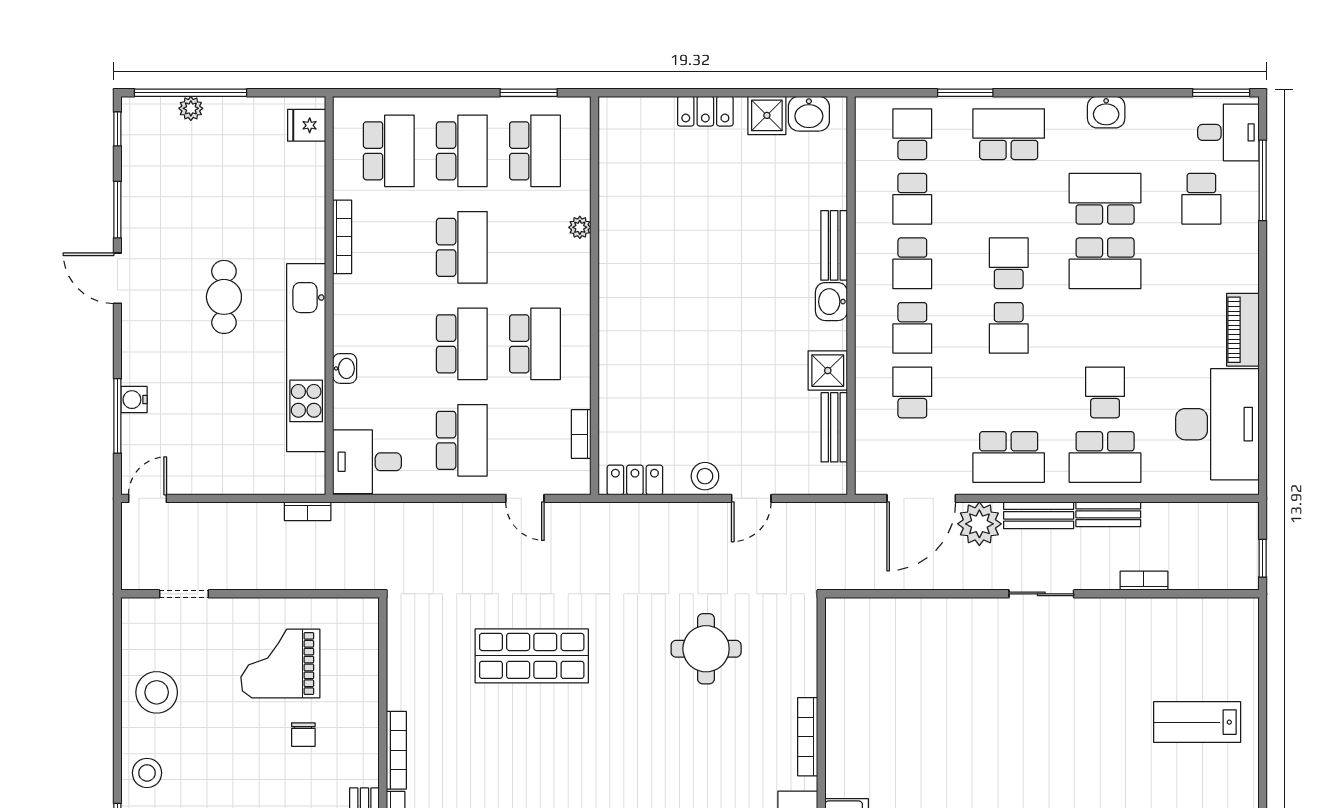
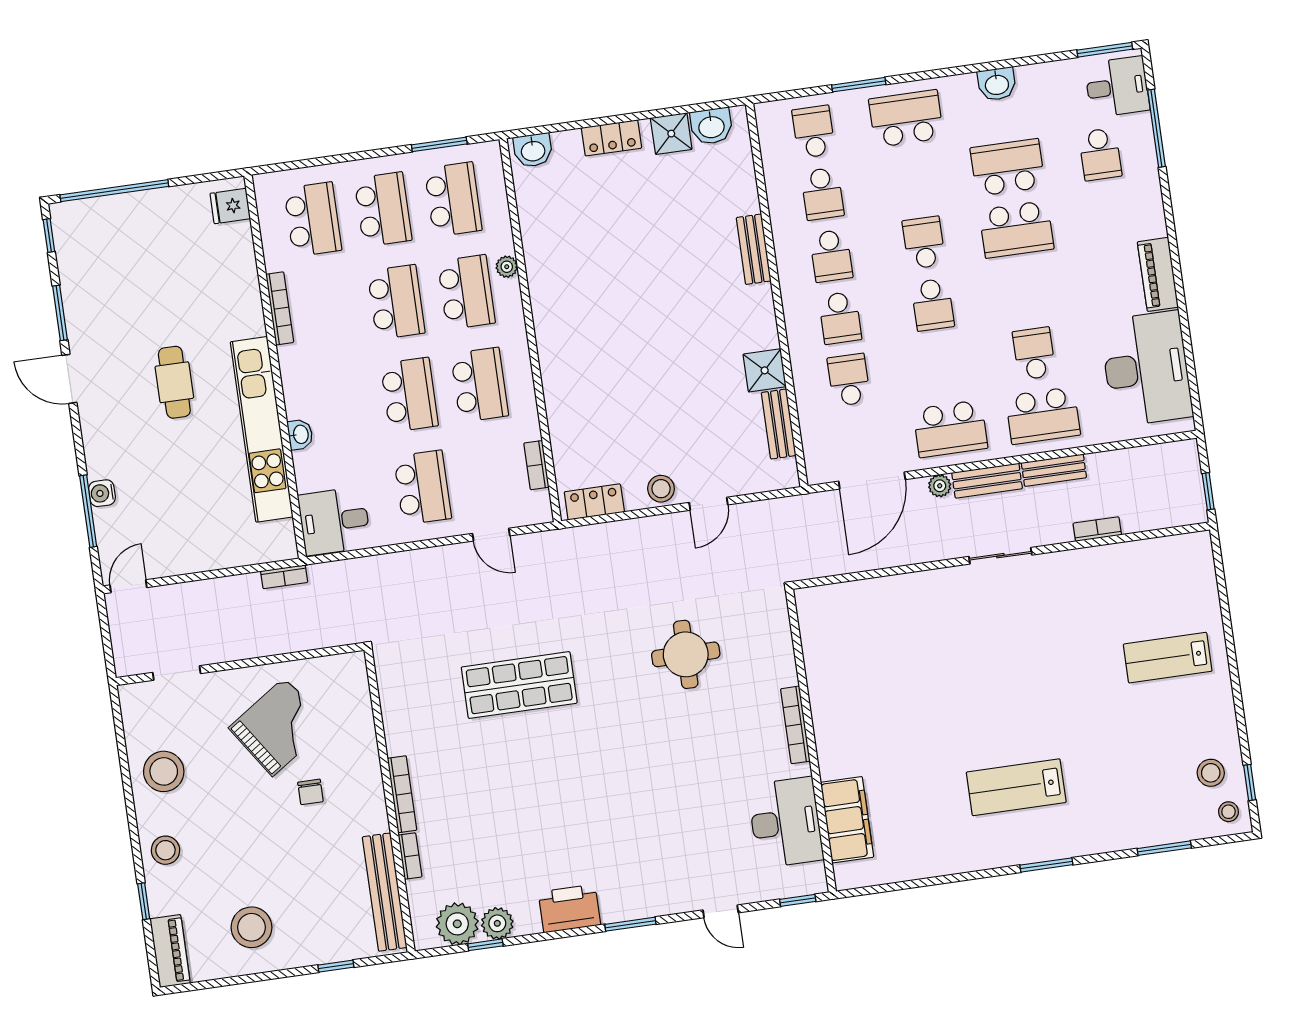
plant: (191, 108) -> (117, 206), removed
school desk: (535, 247) -> (466, 292), added
washbasin: (831, 302) -> (533, 150), moved, turned -90
plant: (979, 524) -> (940, 486), width x0.53, depth x0.53
grand piano: (280, 664) -> (279, 727), turned 146

